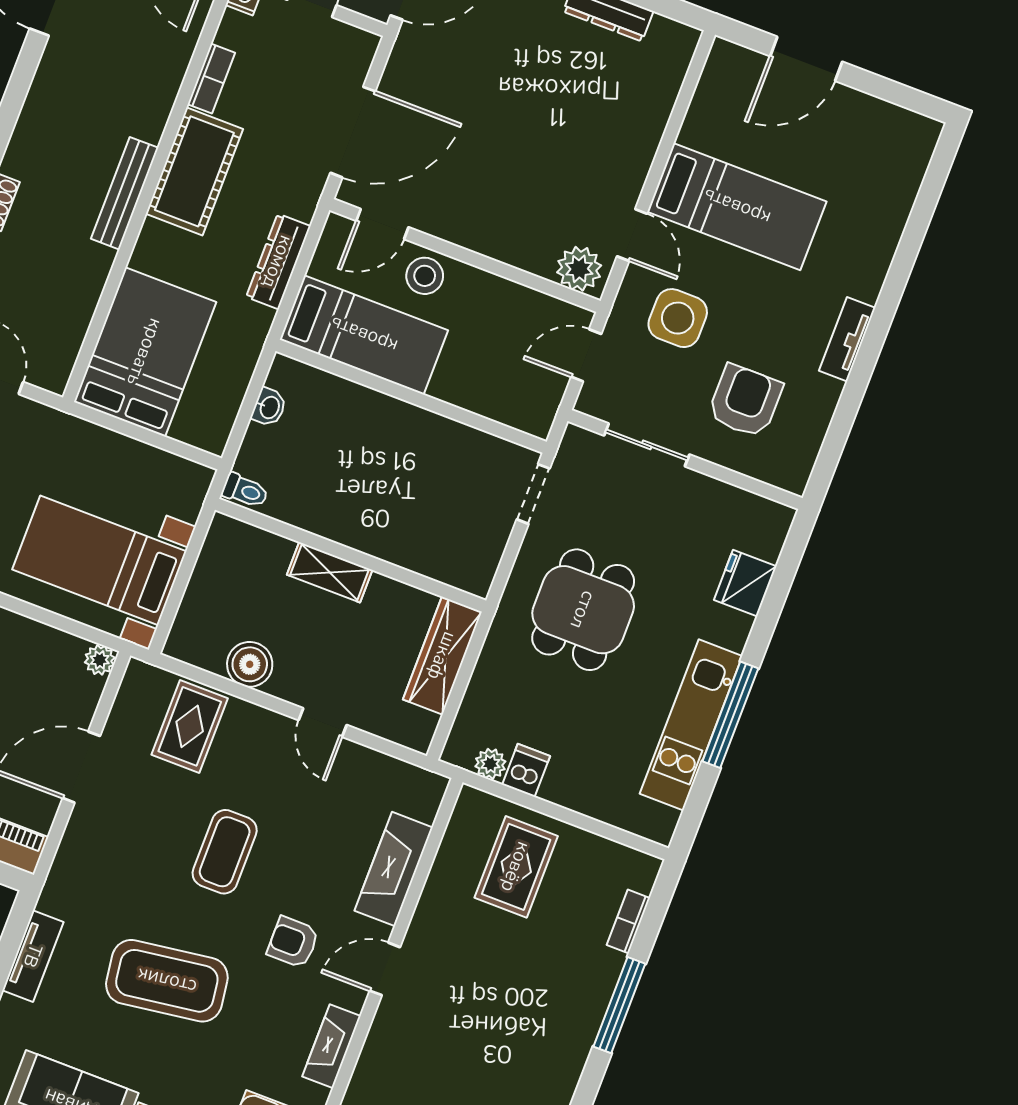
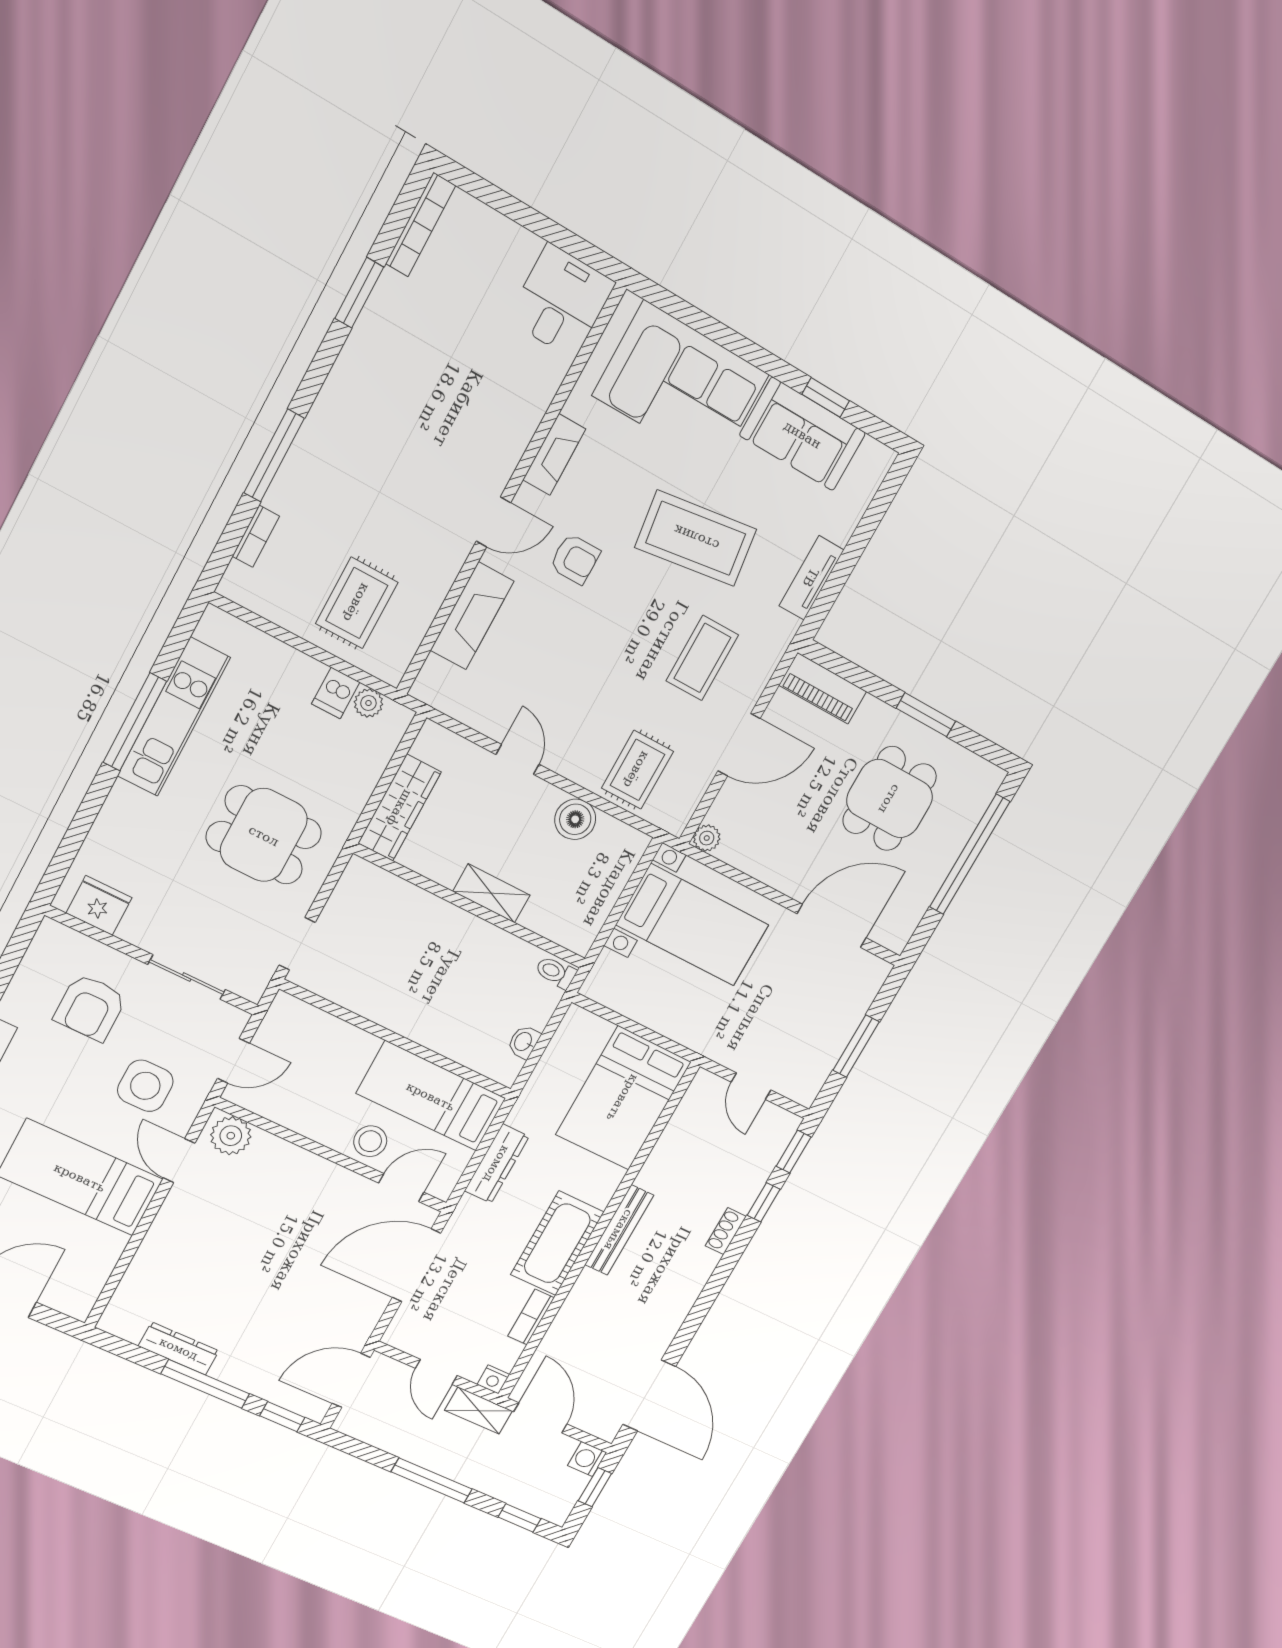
fridge: (745, 583) -> (99, 905), moved, turned -90
dining table: (583, 610) -> (264, 835), turned 90
coffee table: (225, 852) -> (702, 658), moved

